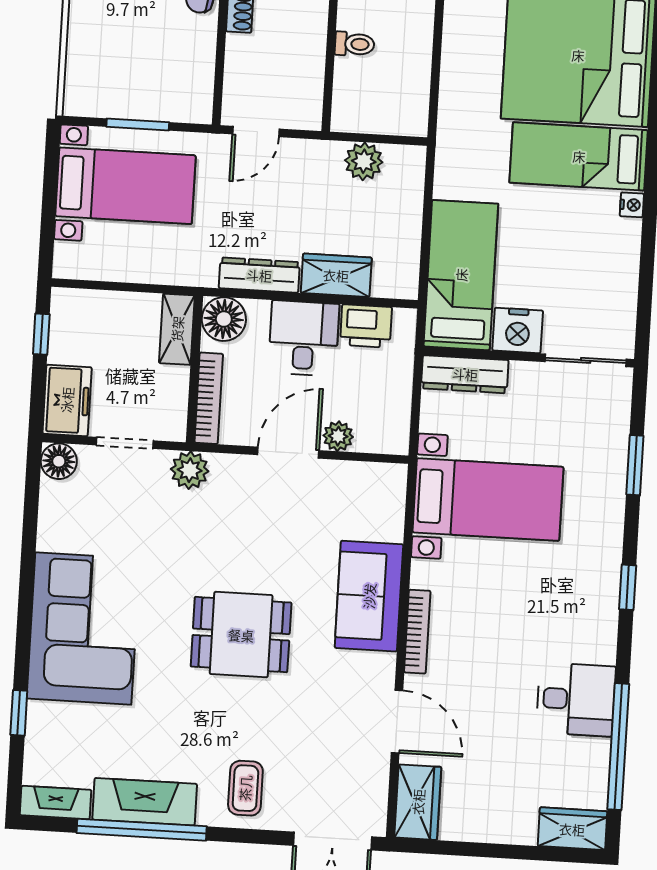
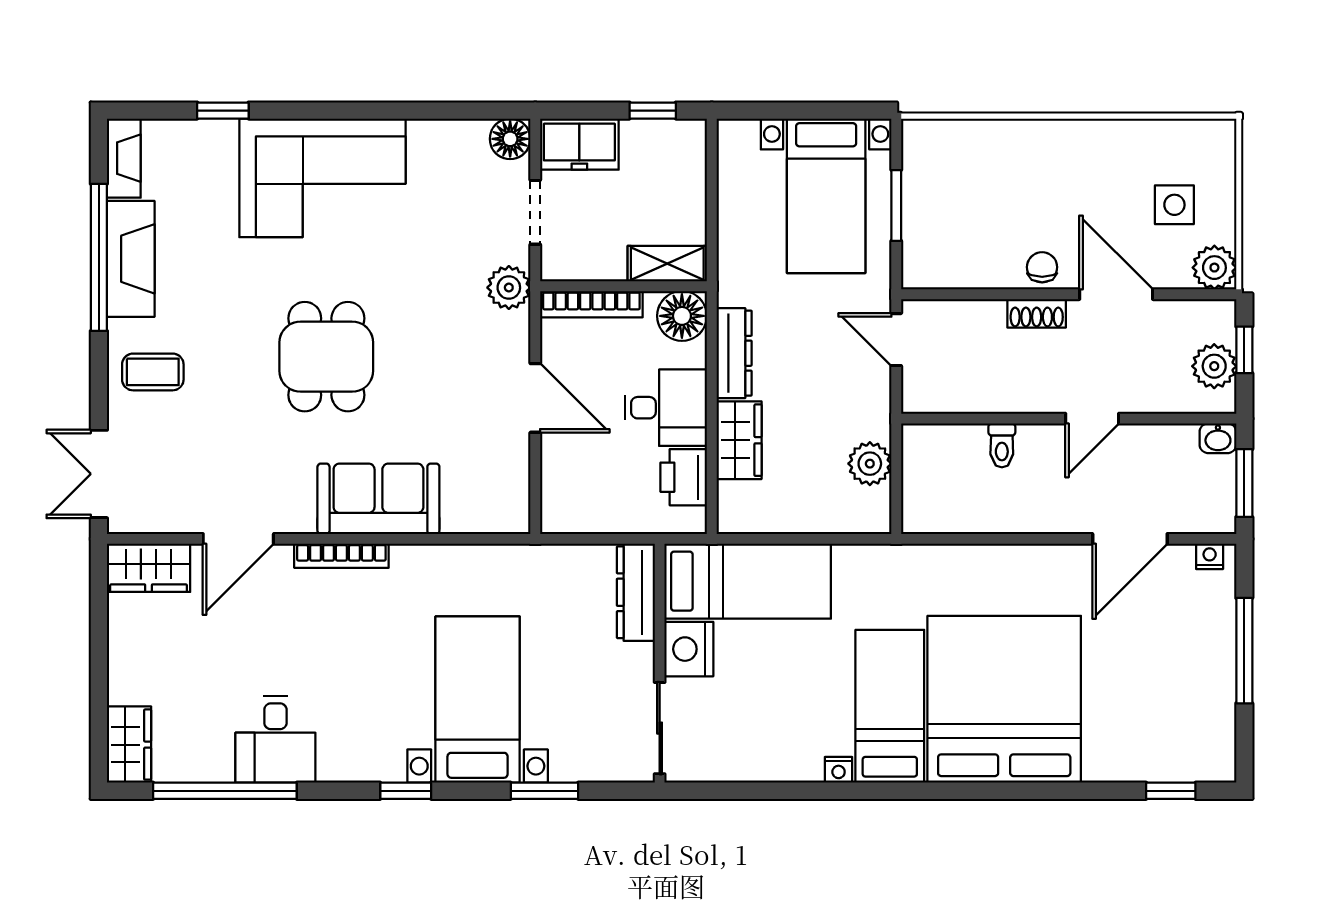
plant: (338, 436) -> (557, 453), removed
bed with nightstands: (488, 500) -> (478, 700), moved, turned 180

